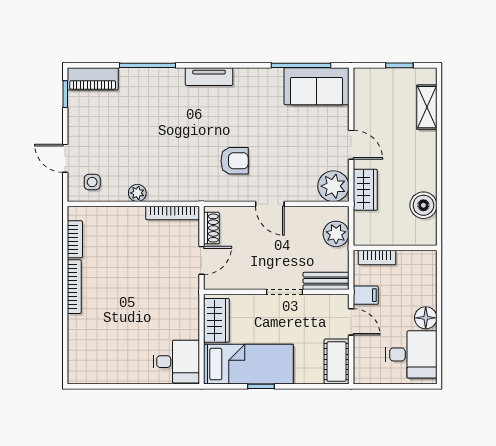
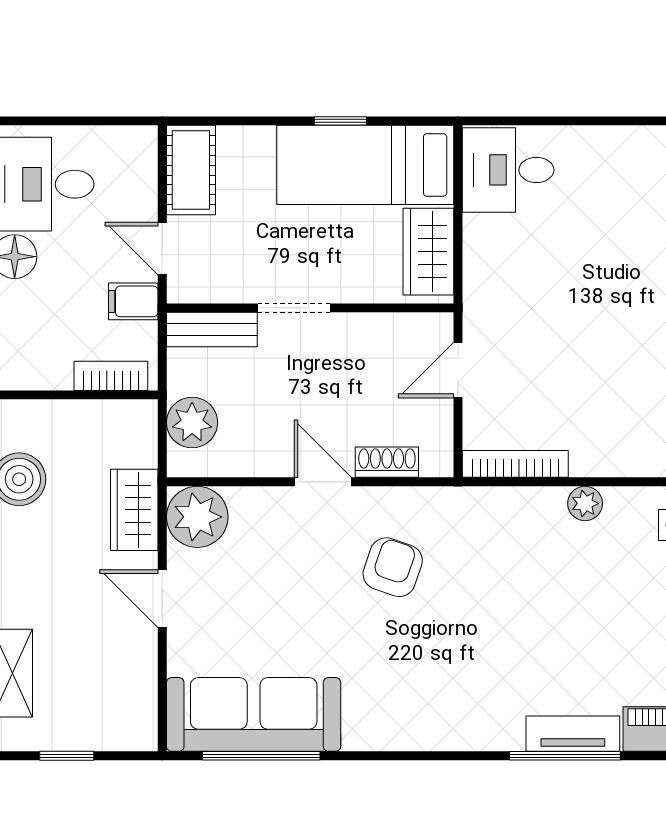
tv unit: (209, 77) -> (573, 734), moved
sofa: (317, 86) -> (254, 714), width x1.36
armchair: (235, 161) -> (393, 567), turned 109
shoe rack: (211, 228) -> (387, 462), moved, turned 90

